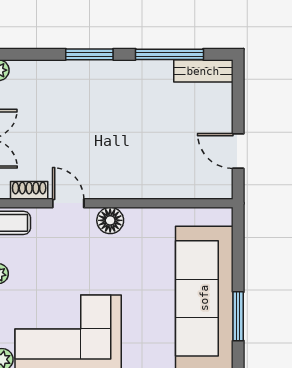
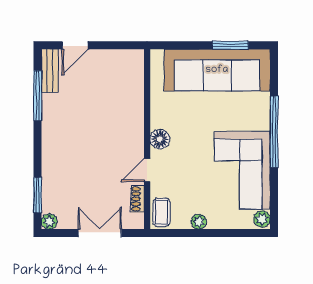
window: (89, 54) -> (38, 195), moved
door: (238, 151) -> (75, 45), moved

